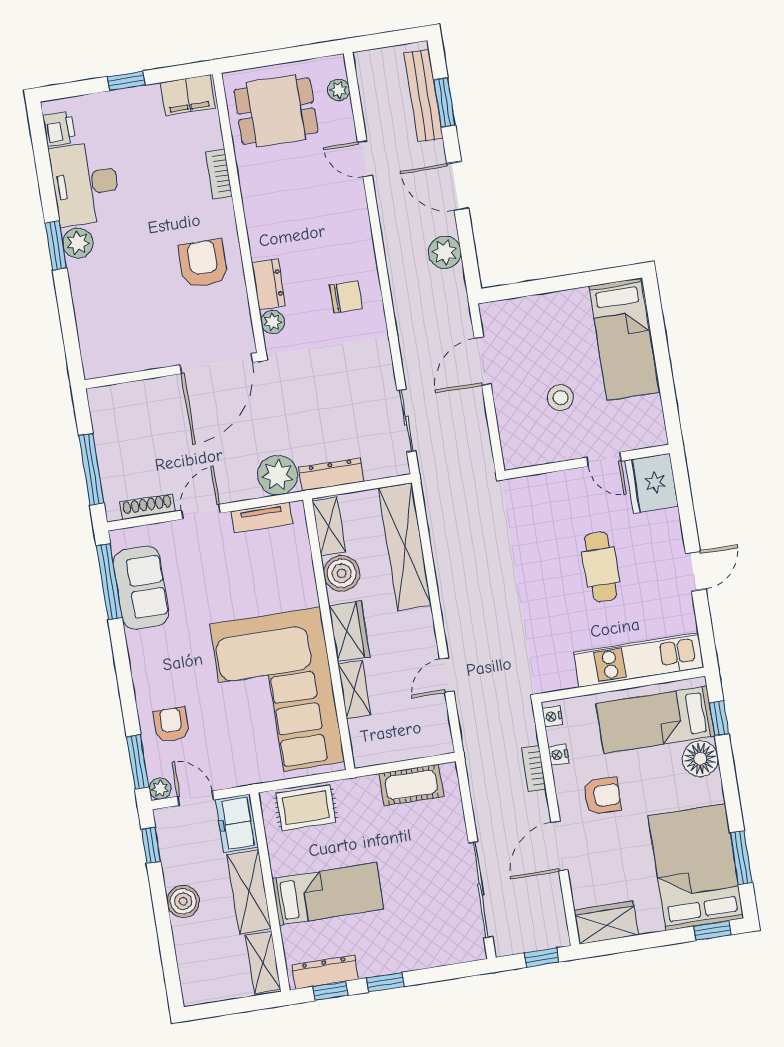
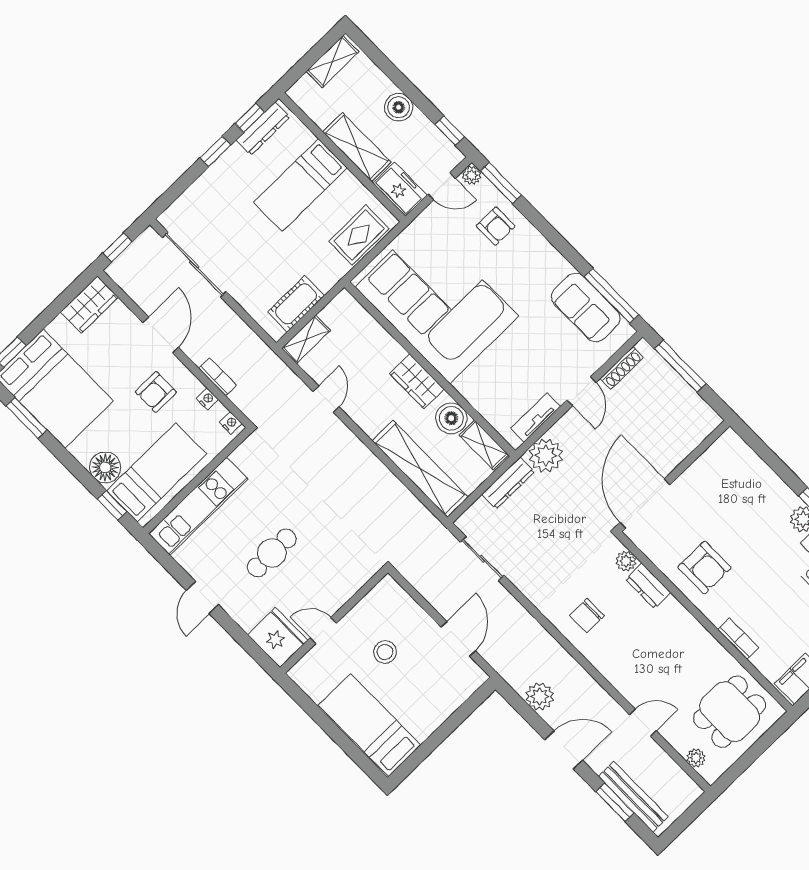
cafe table: (601, 567) -> (272, 553), turned 90
shelving: (354, 689) -> (306, 339), moved, turned 90
shelving: (263, 962) -> (332, 62), moved, turned 90

